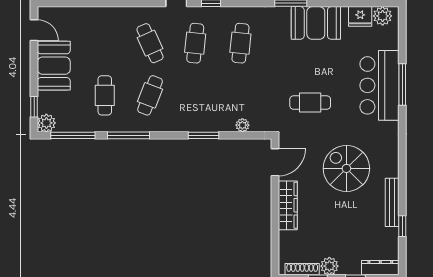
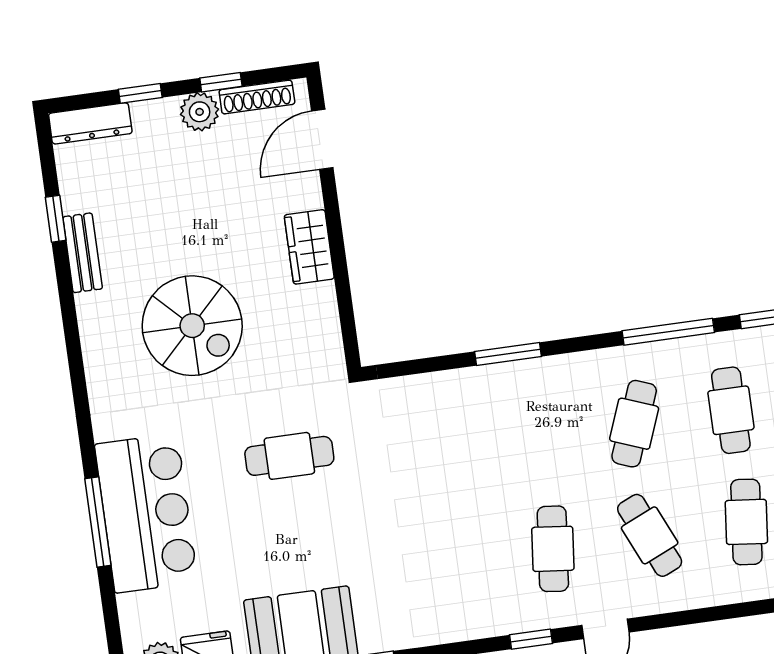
cafe table: (240, 43) -> (746, 522), moved
plant: (242, 125) -> (427, 387), removed
door: (275, 162) -> (322, 139), moved
bench: (392, 202) -> (83, 253), width x0.73
wardrobe: (288, 205) -> (309, 247), width x0.67

